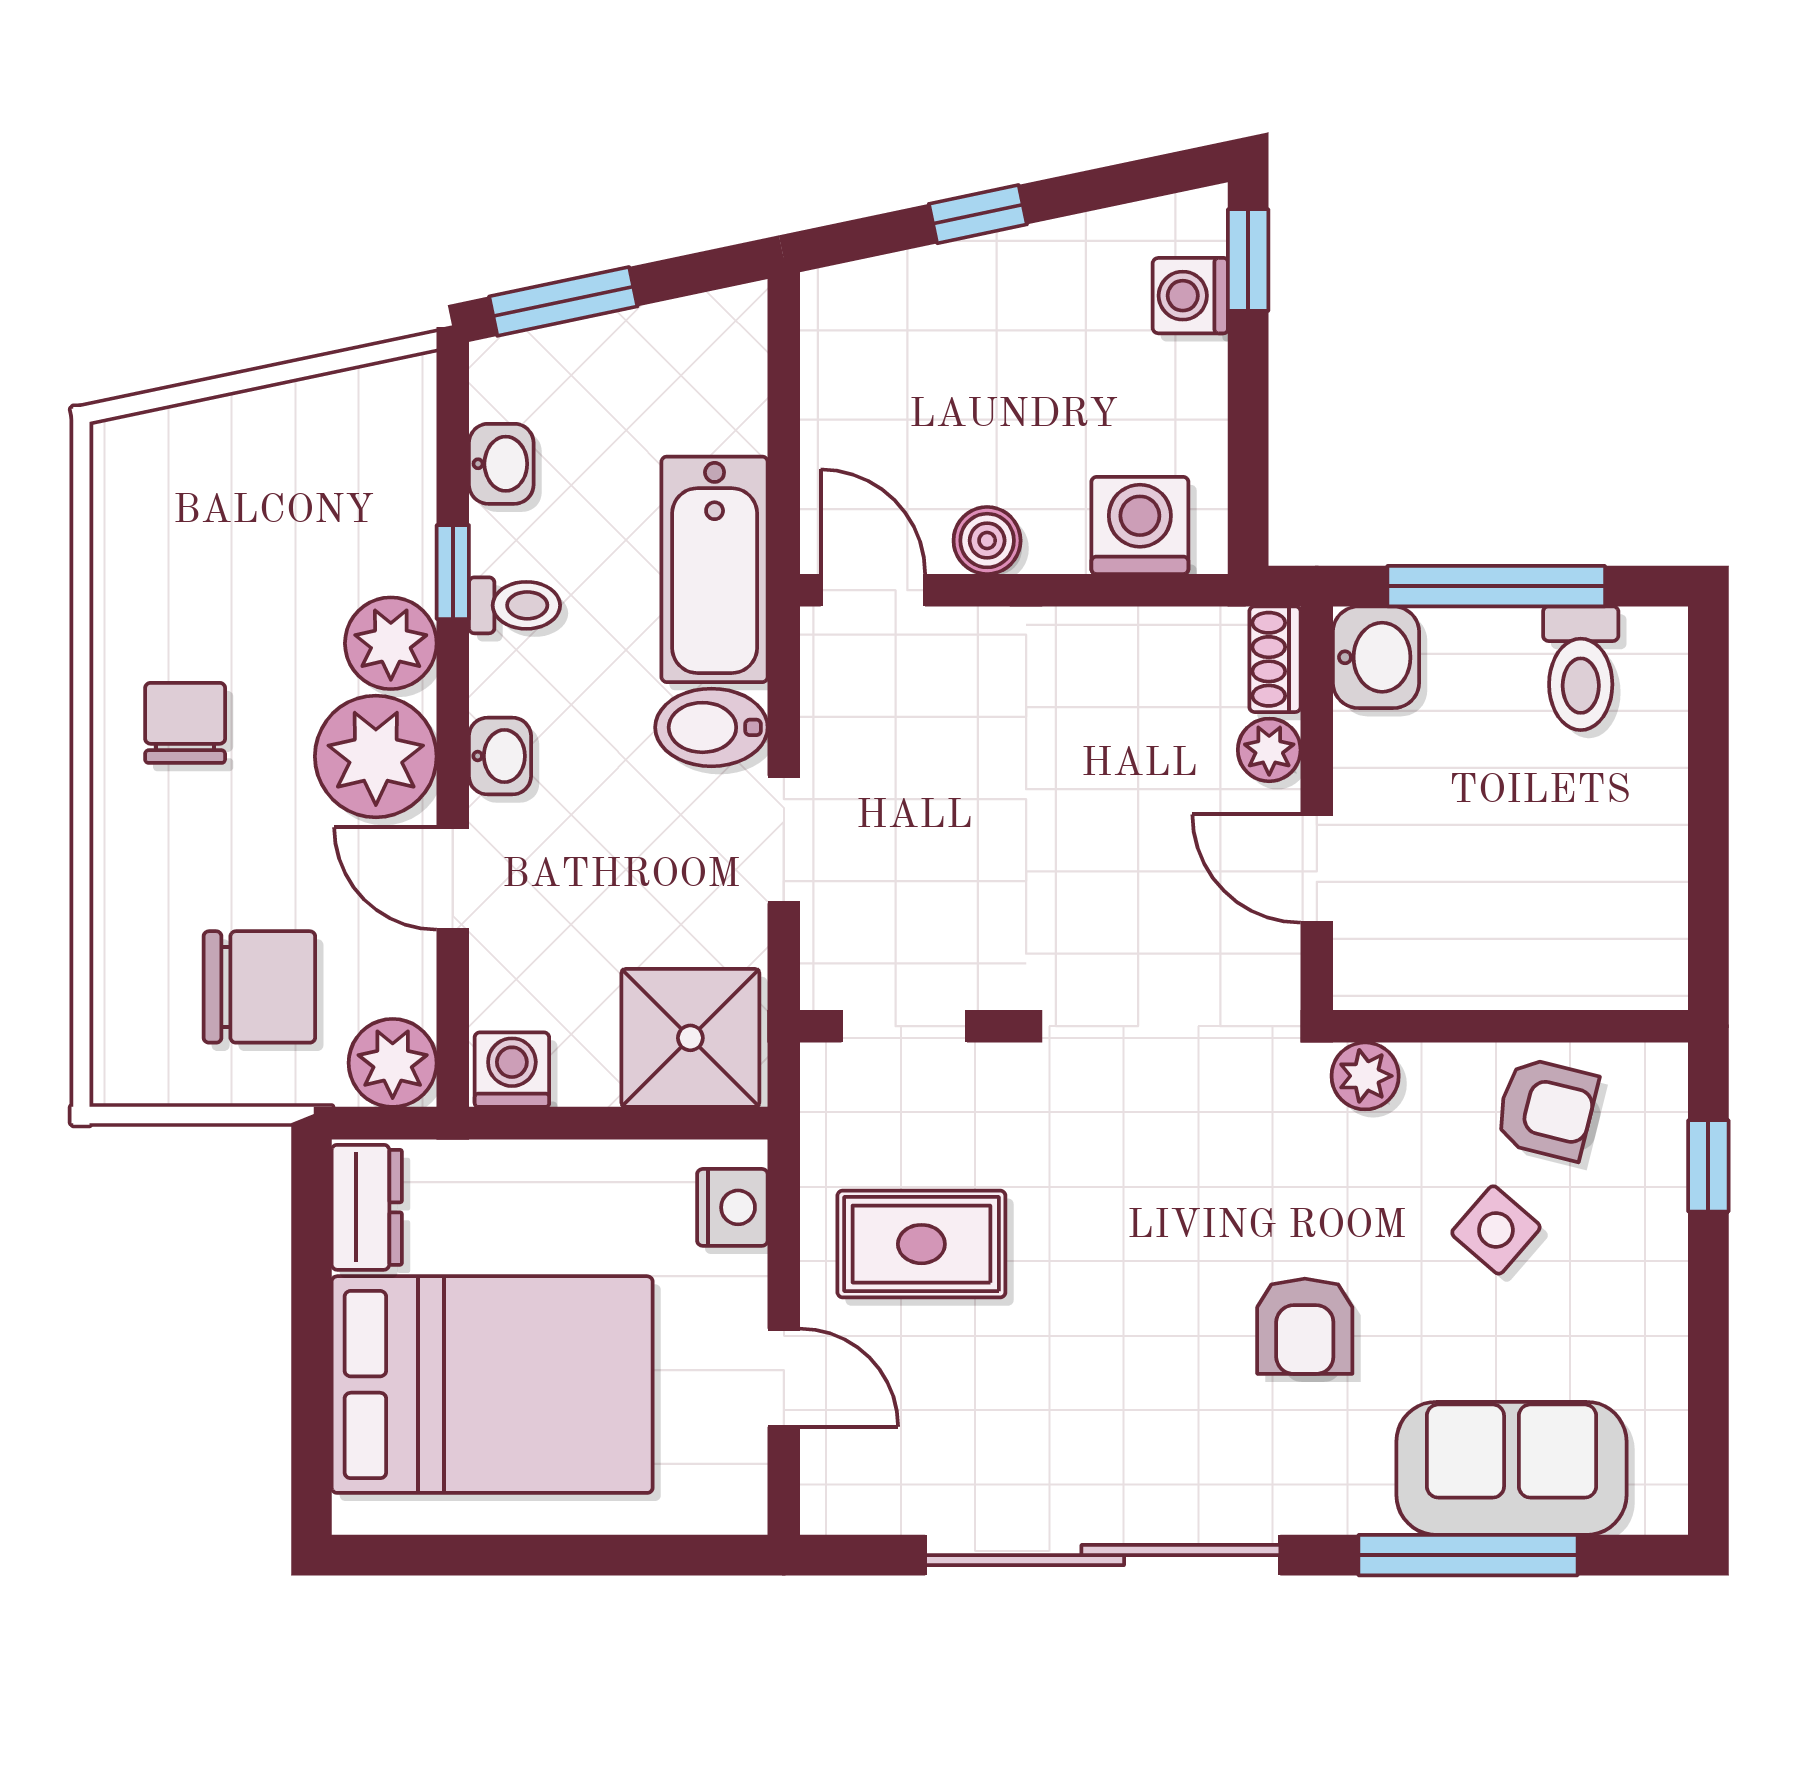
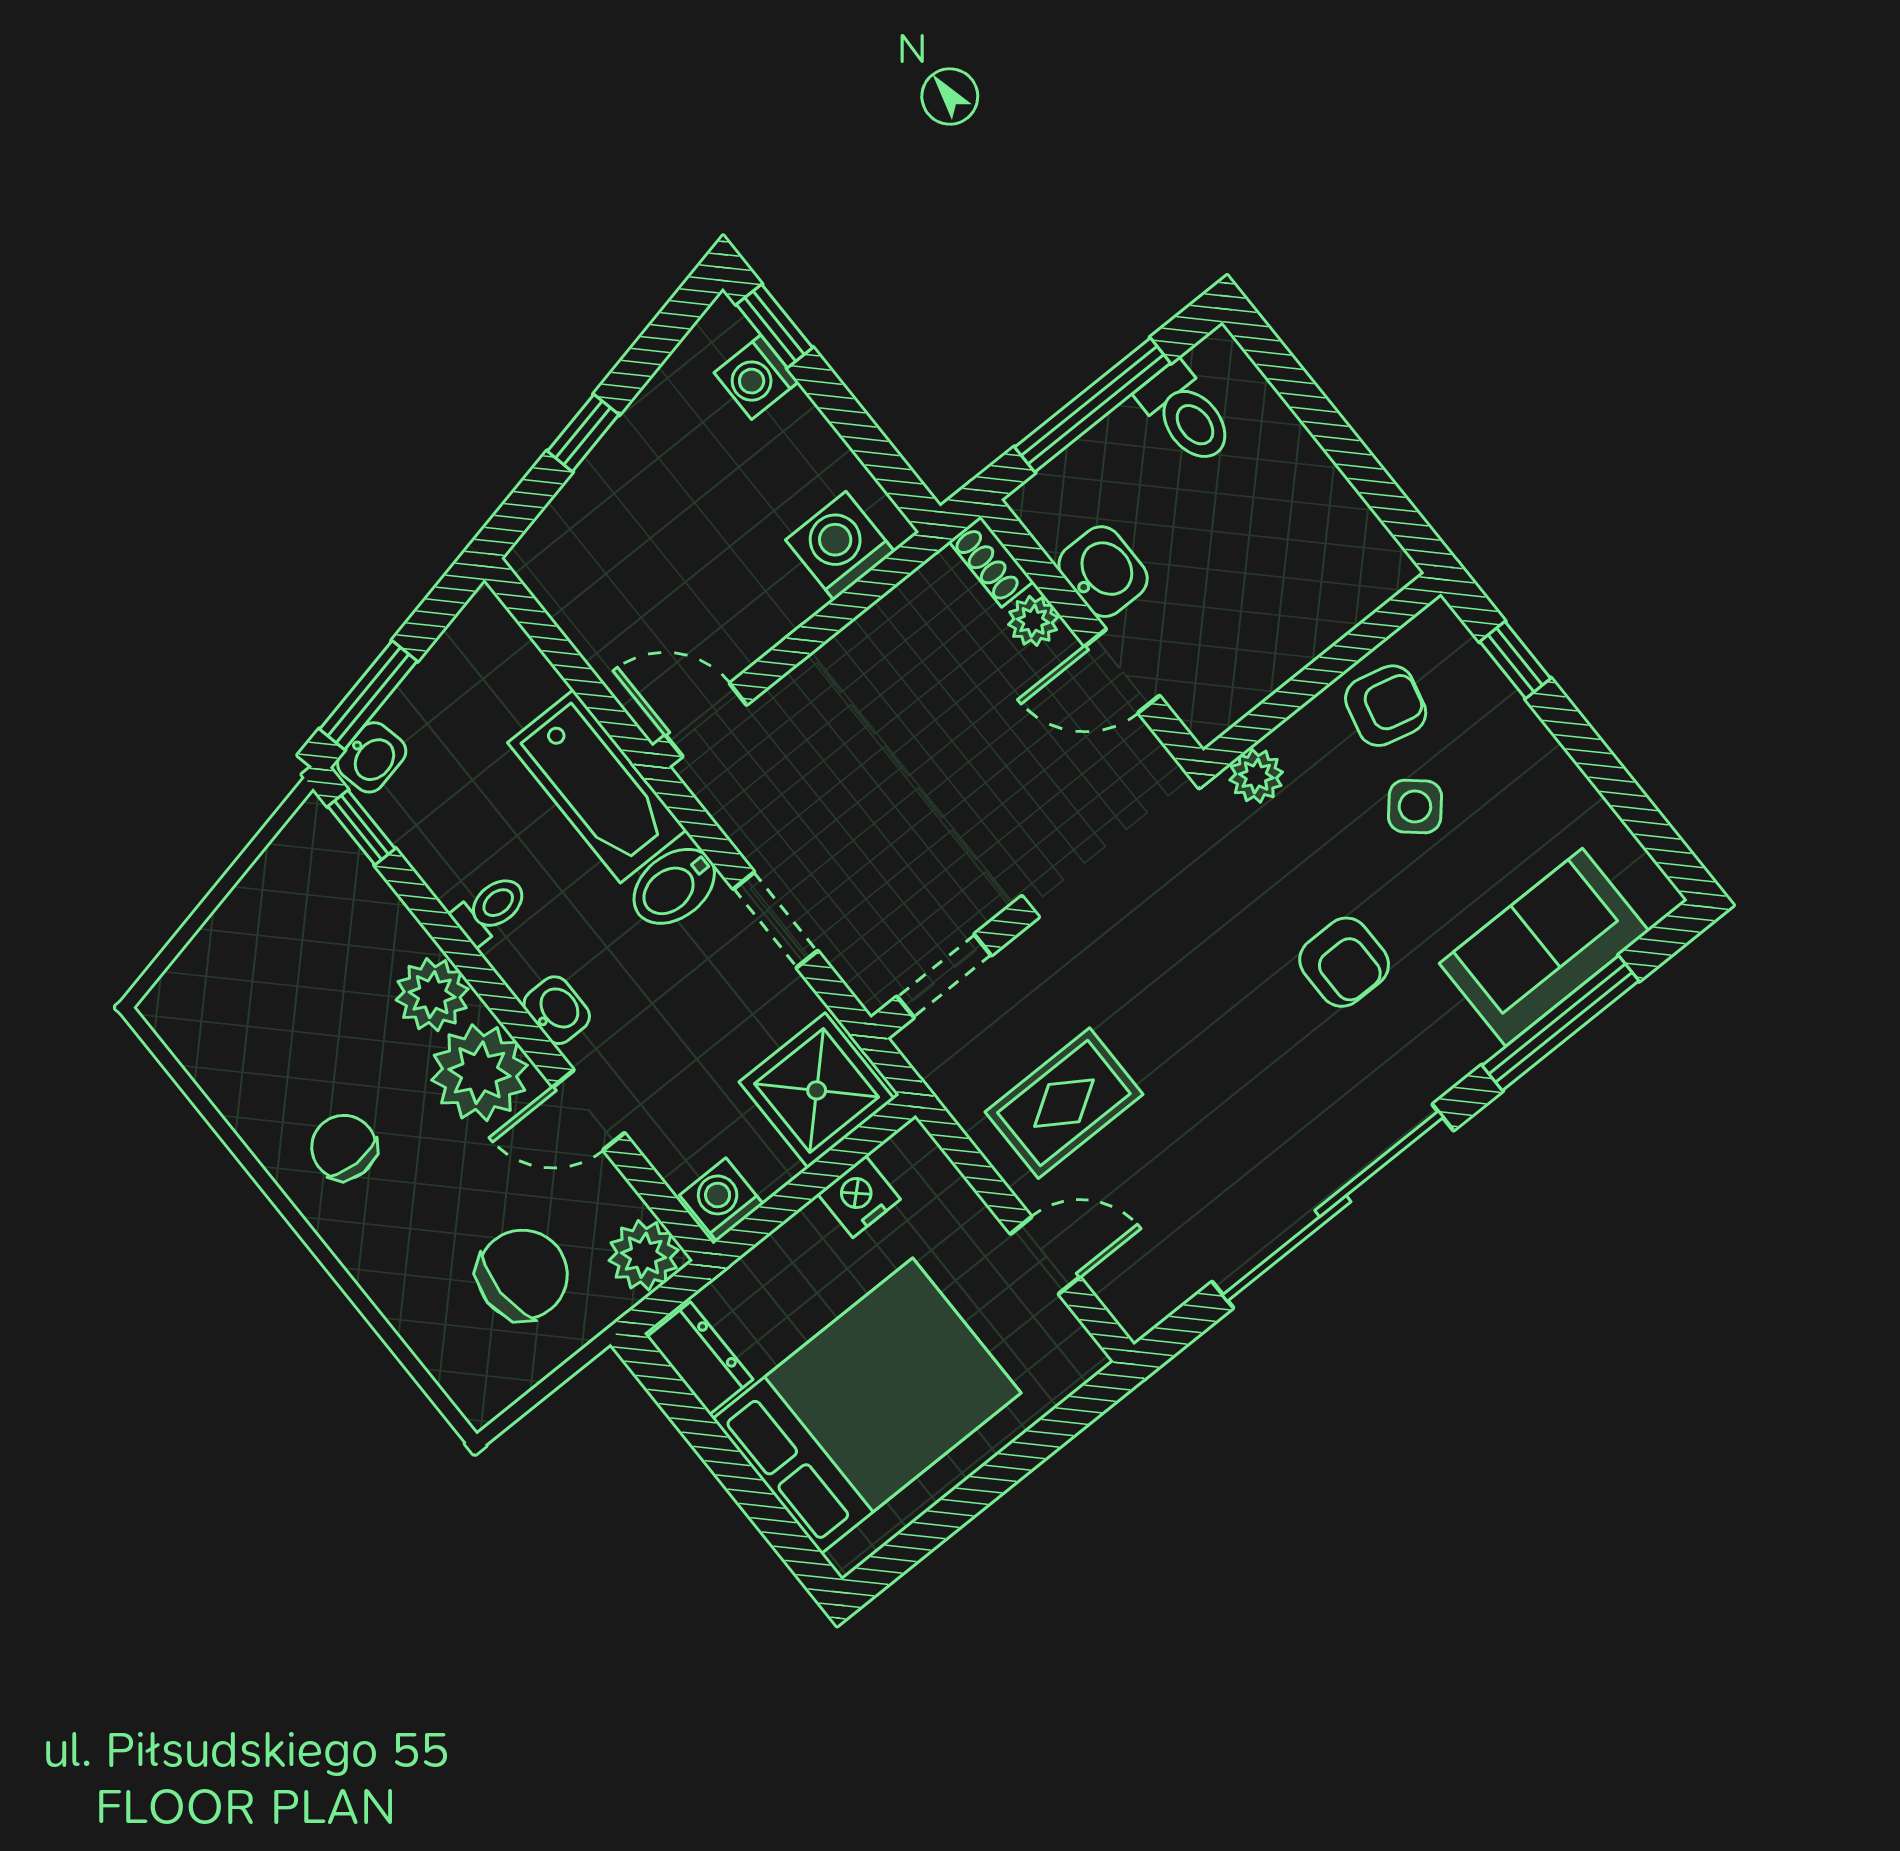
washbasin: (501, 464) -> (372, 757), moved, turned 78
boiler: (987, 541) -> (752, 632), removed
window: (453, 572) -> (361, 828), moved
washbasin: (1376, 657) -> (1103, 572), moved
nightstand: (732, 1207) -> (859, 1197), moved, turned -90

